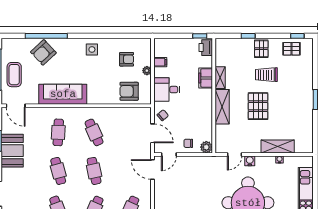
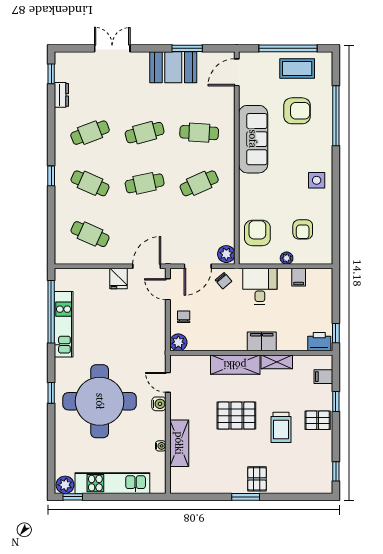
filing cabinet: (231, 45) -> (323, 377), added
pallet: (291, 49) -> (257, 479), moved
armchair: (43, 52) -> (297, 111), moved, turned 133
coffee table: (14, 75) -> (297, 69), moved
trolley: (266, 75) -> (281, 427), turned 180
filing cabinet: (206, 78) -> (262, 341), moved
plant: (144, 113) -> (226, 254), added
fridge: (161, 189) -> (118, 279), added

